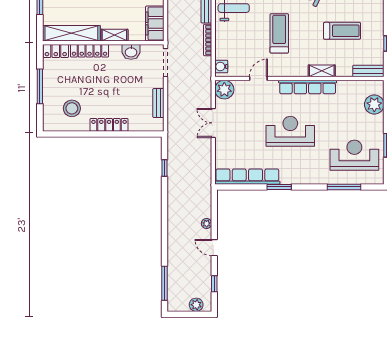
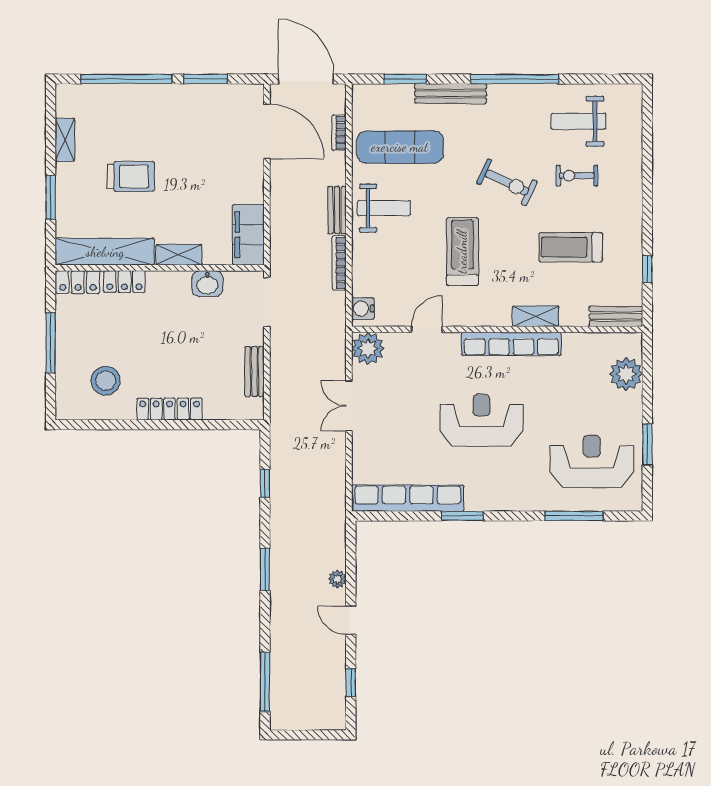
treadmill: (342, 31) -> (571, 247), turned 180
locker: (89, 51) -> (124, 282), width x0.66
window: (164, 218) -> (265, 569), added
plant: (196, 305) -> (320, 719), removed

